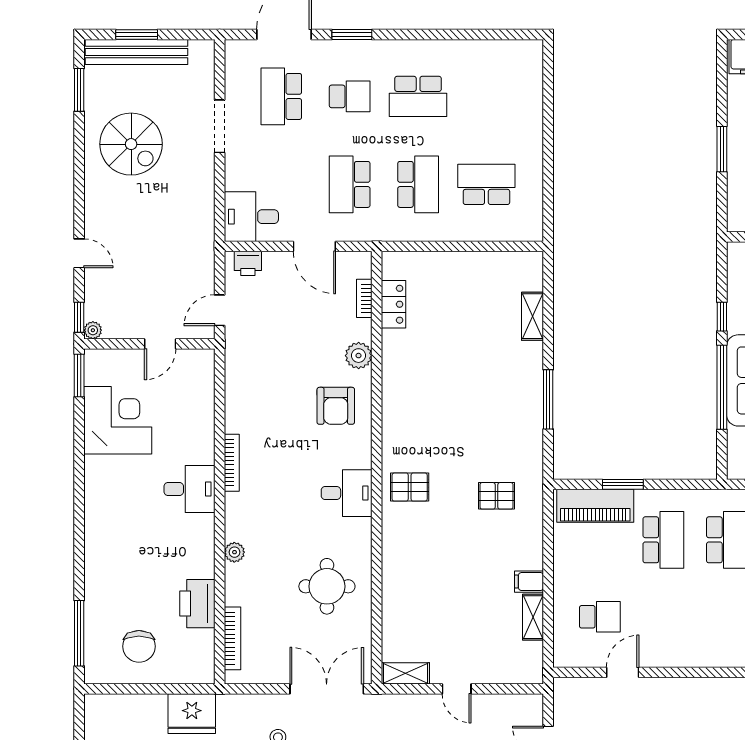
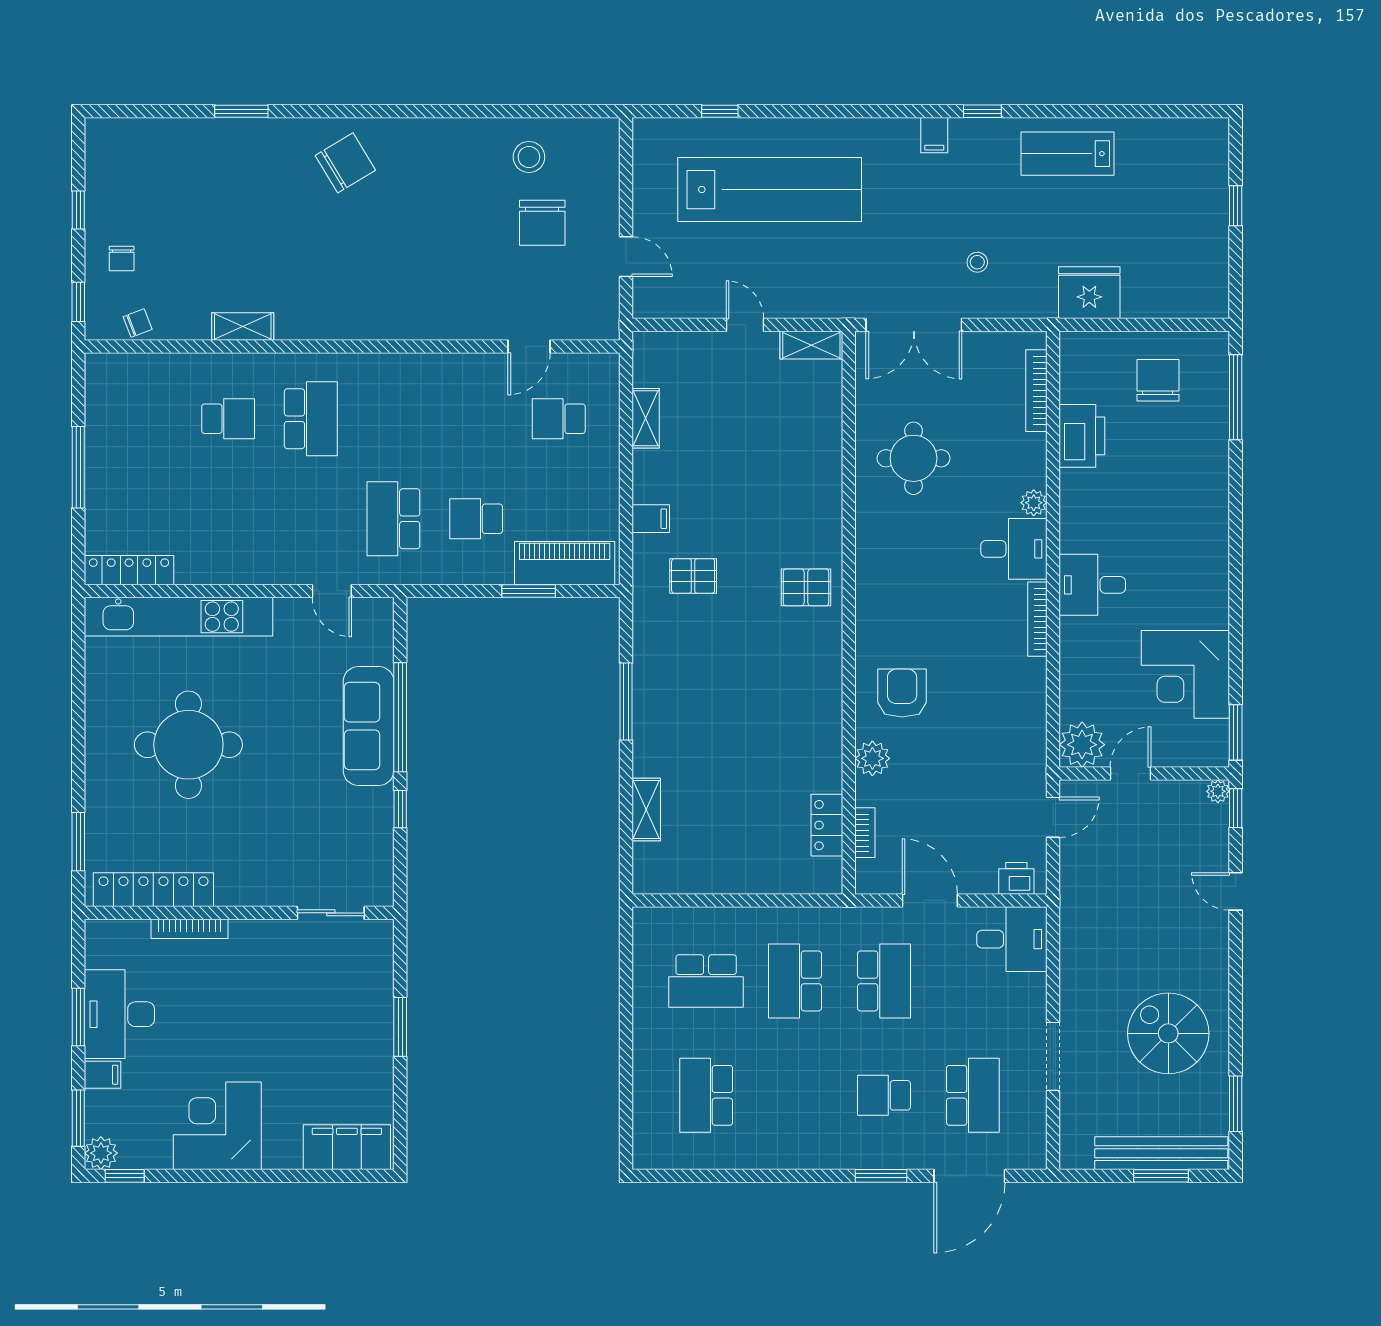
school desk: (418, 96) -> (706, 1095), moved, turned -90
plant: (197, 366) -> (1082, 745), added
desk: (347, 493) -> (1014, 549), moved, turned 180
school desk: (663, 540) -> (476, 519), width x0.54
filing cabinet: (529, 582) -> (651, 519), moved

